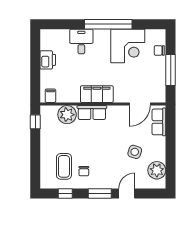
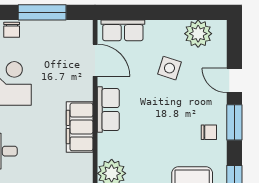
row of seats: (92, 113) -> (108, 110), moved
chair: (84, 171) -> (209, 132), moved

